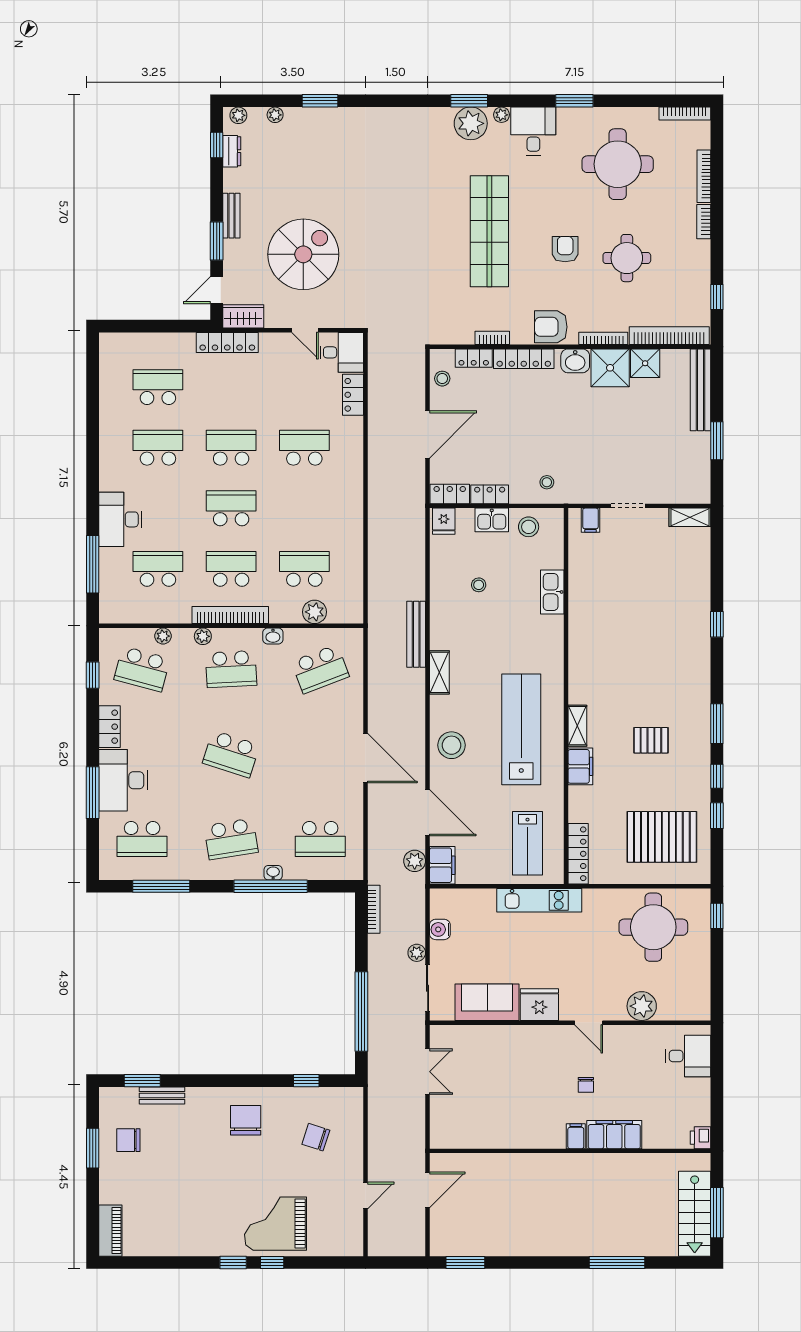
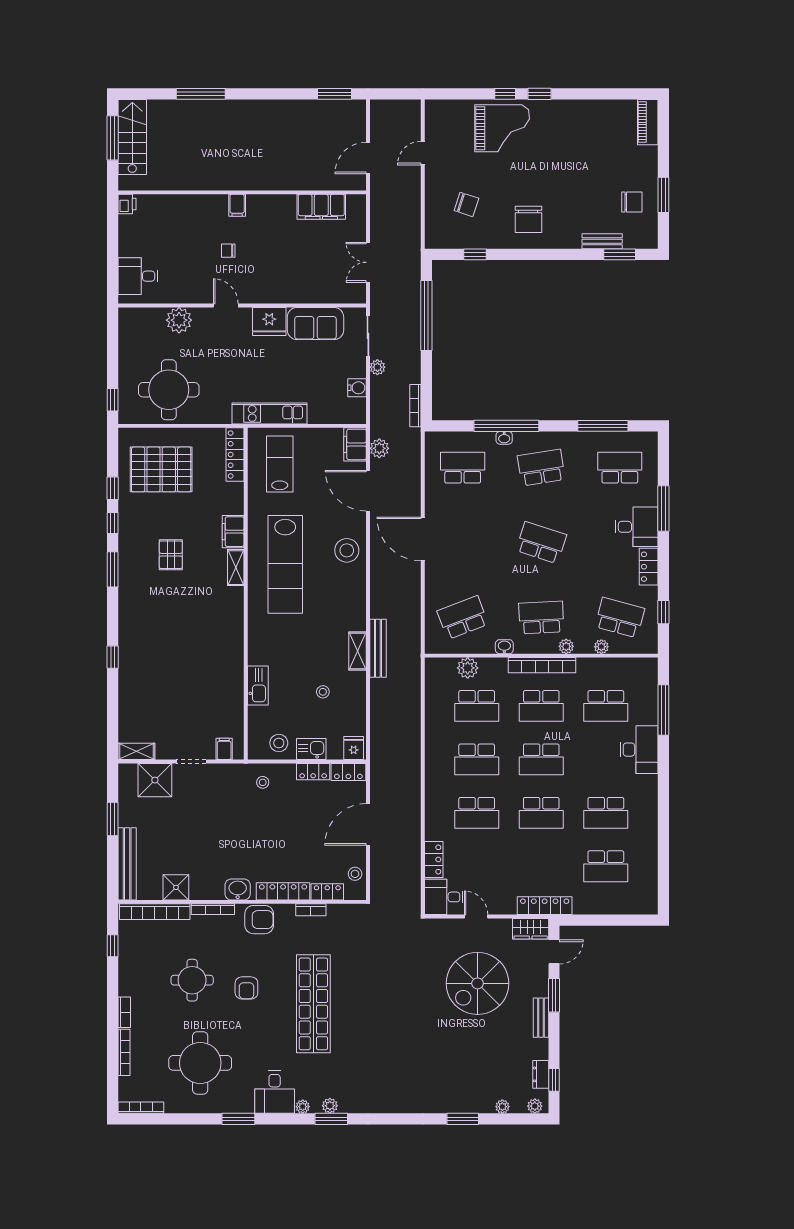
plant: (471, 123) -> (330, 1106), width x0.53, depth x0.53
shower: (610, 368) -> (155, 780), moved
school desk: (304, 508) -> (477, 759), added
shelving: (439, 672) -> (357, 651), moved
pallet: (651, 740) -> (171, 555), turned 90
desk: (123, 780) -> (637, 527), width x0.73
chair: (586, 1085) -> (228, 251), turned -90
filing cabinet: (614, 1135) -> (321, 207), moved

